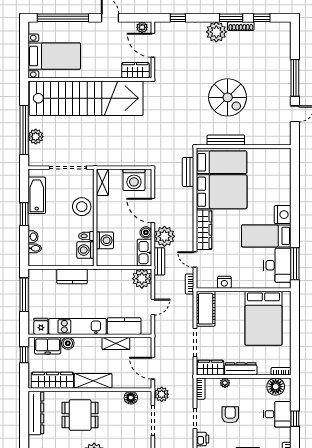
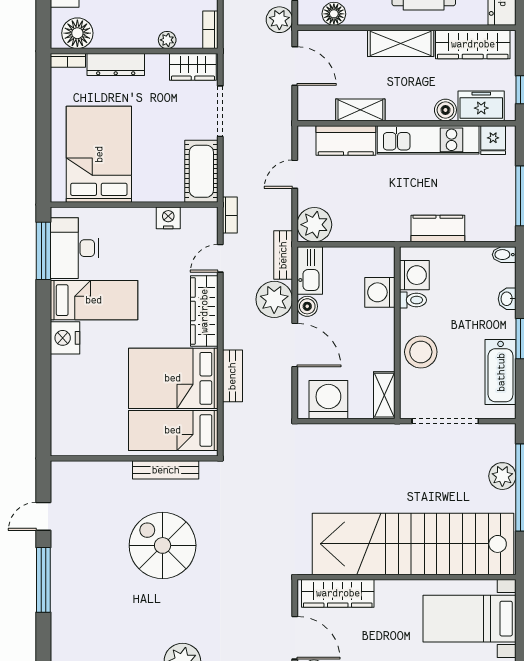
wardrobe: (135, 70) -> (338, 593), width x1.50
bench: (188, 172) -> (232, 376), moved
bidet: (35, 248) -> (504, 255), moved
door: (195, 260) -> (220, 258), swing flipped
dresser: (241, 369) -> (116, 65), moved

